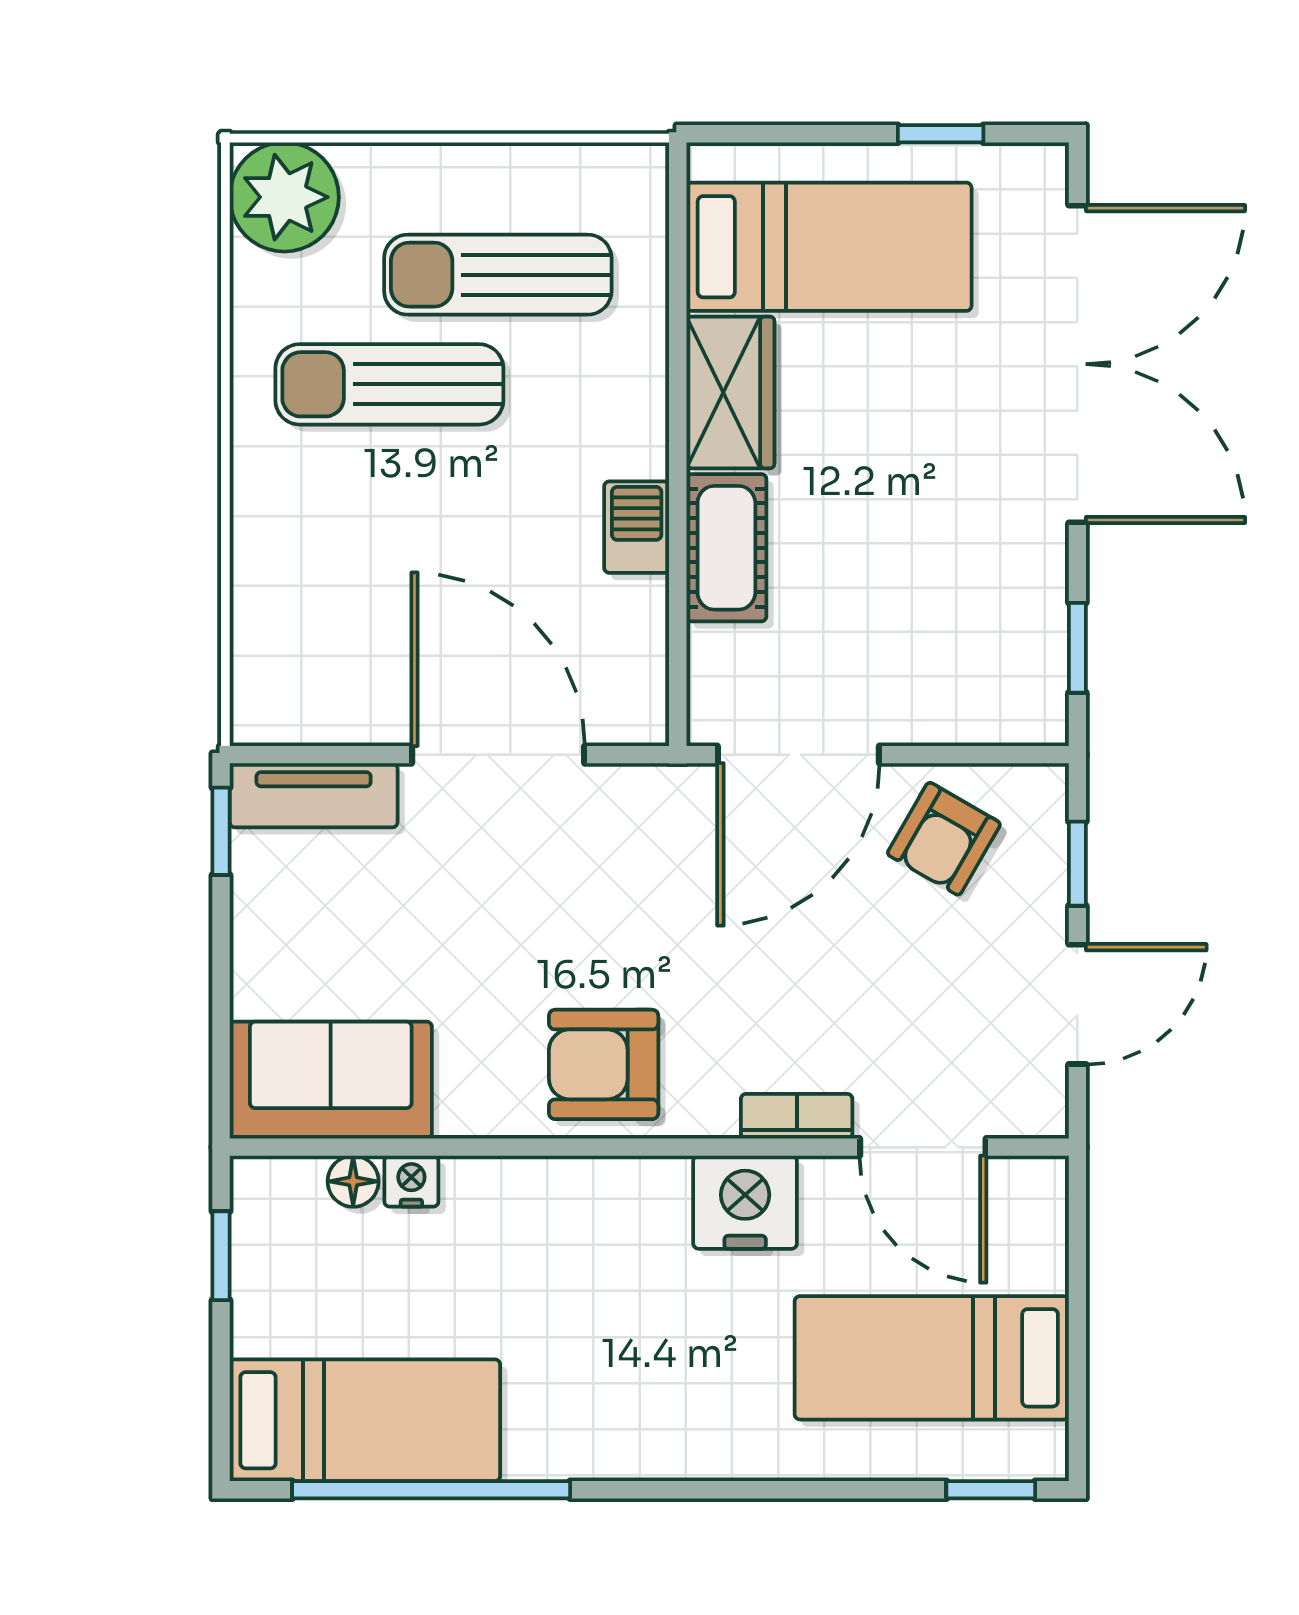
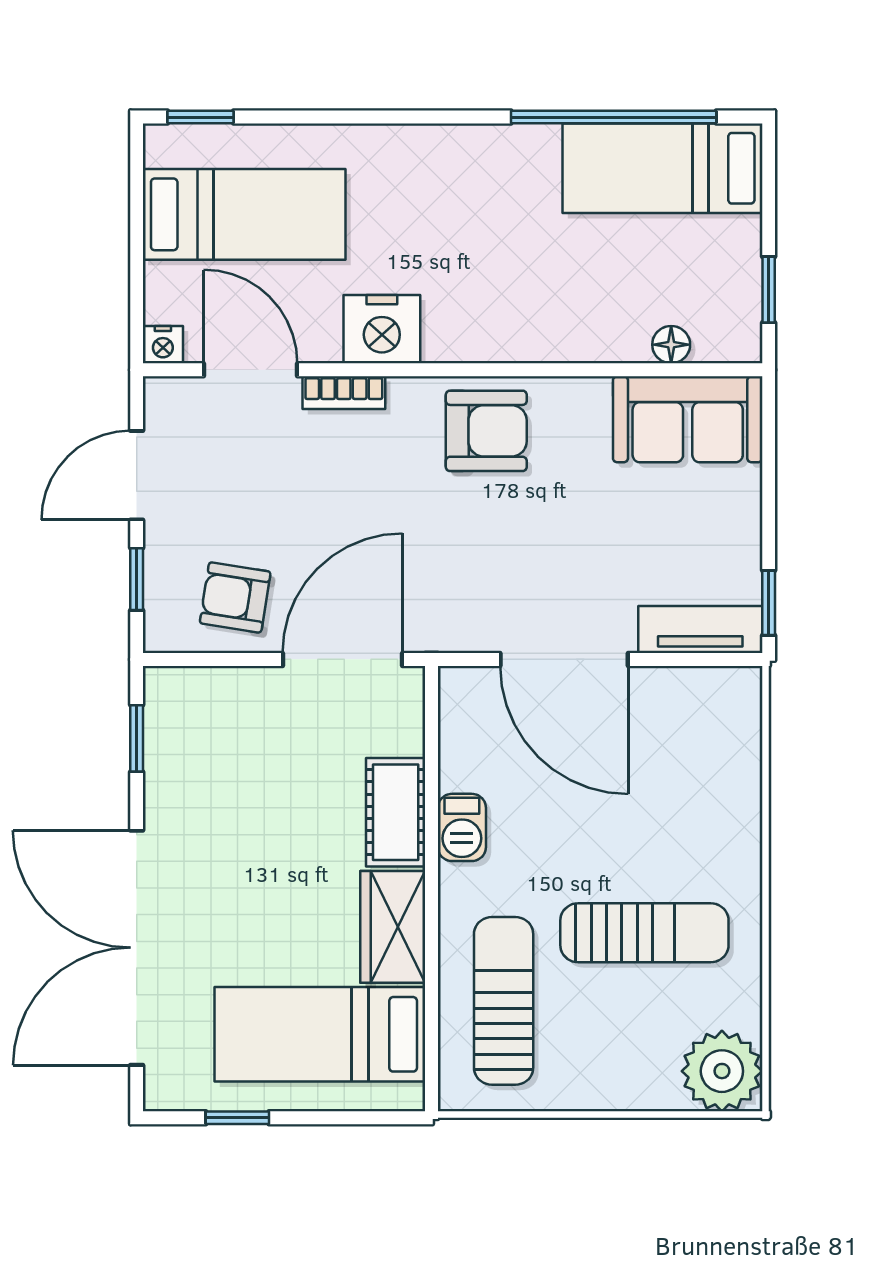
sun lounger: (498, 275) -> (504, 1001), moved, turned -90
armchair: (944, 839) -> (235, 597), turned -111
nightstand: (411, 1181) -> (163, 345), moved

